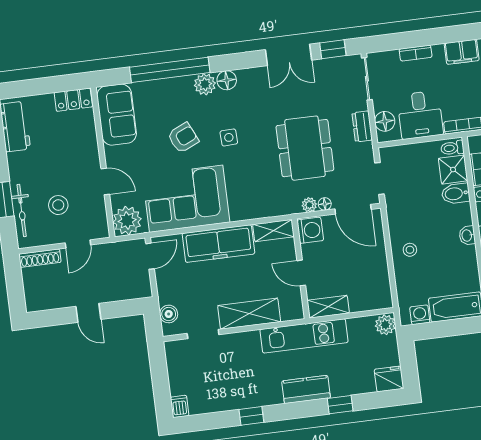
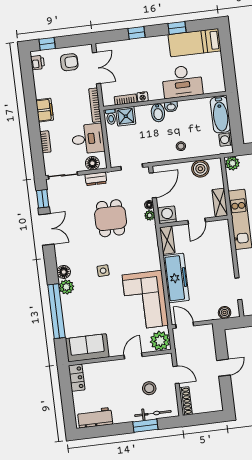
armchair: (183, 138) -> (103, 302), removed
dining table: (305, 148) -> (111, 218), width x0.73
bidet: (456, 194) -> (158, 113), moved
boiler: (377, 278) -> (200, 169), added
shelving: (249, 314) -> (224, 257), removed

